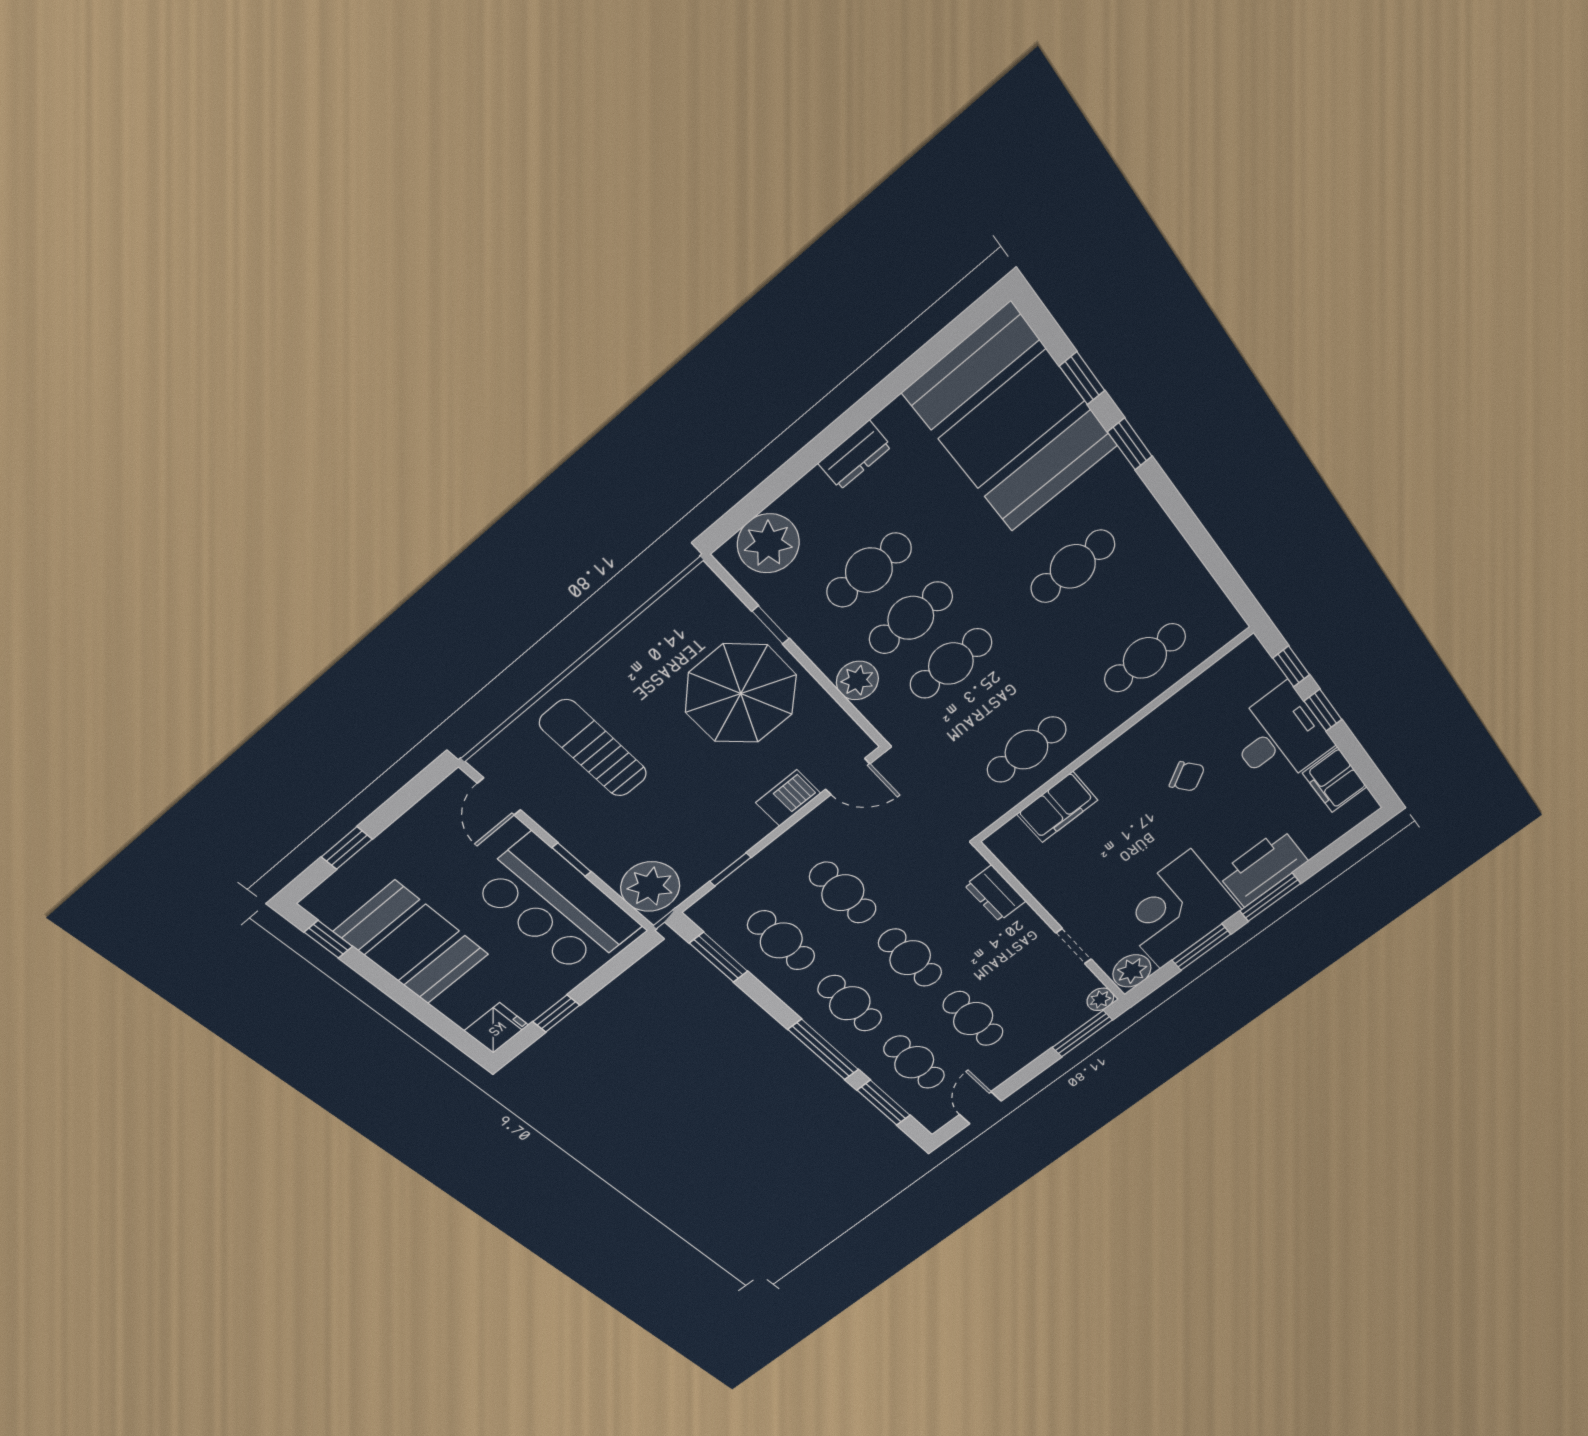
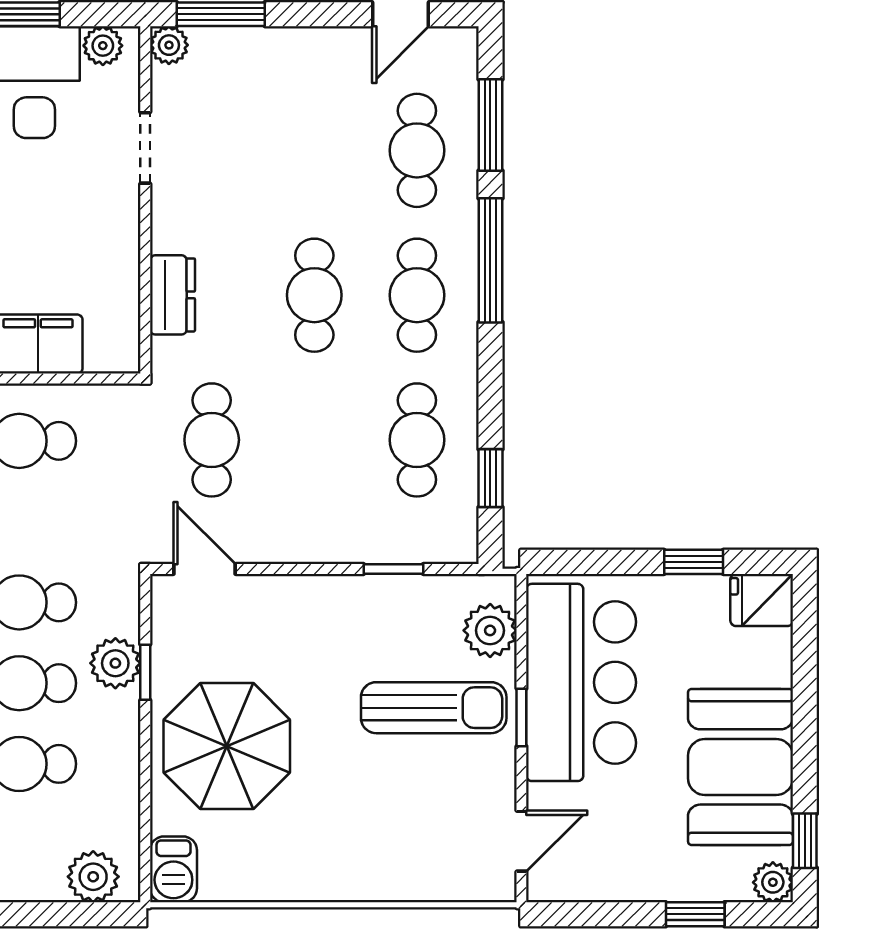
plant: (768, 543) -> (93, 877), width x0.73, depth x0.73
window: (771, 625) -> (145, 672), moved
sun lounger: (593, 748) -> (434, 708), moved, turned -90
barbecue: (788, 798) -> (173, 869), moved, turned -90
plant: (650, 887) -> (490, 630), width x0.73, depth x0.73
cafe table: (843, 893) -> (212, 440), moved
plant: (321, 903) -> (773, 882), added
window: (719, 957) -> (490, 478), width x0.67
plant: (1132, 971) -> (103, 46), width x0.73, depth x0.73
cafe table: (973, 1019) -> (314, 150), removed

